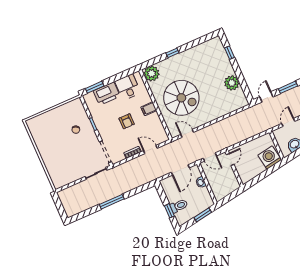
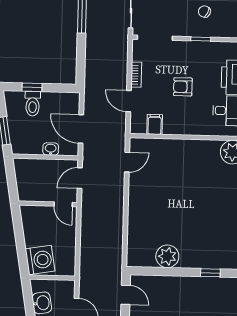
spiral stairs: (181, 98) -> (180, 177), removed
filing cabinet: (149, 109) -> (155, 124), moved
door: (150, 149) -> (129, 101), swing flipped

